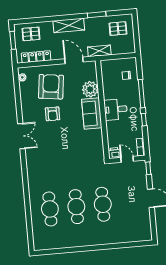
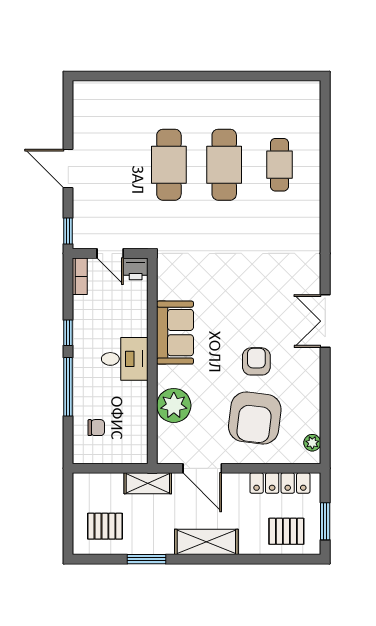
sofa: (92, 113) -> (175, 333), moved
cafe table: (50, 209) -> (279, 165), width x0.73, depth x0.74

